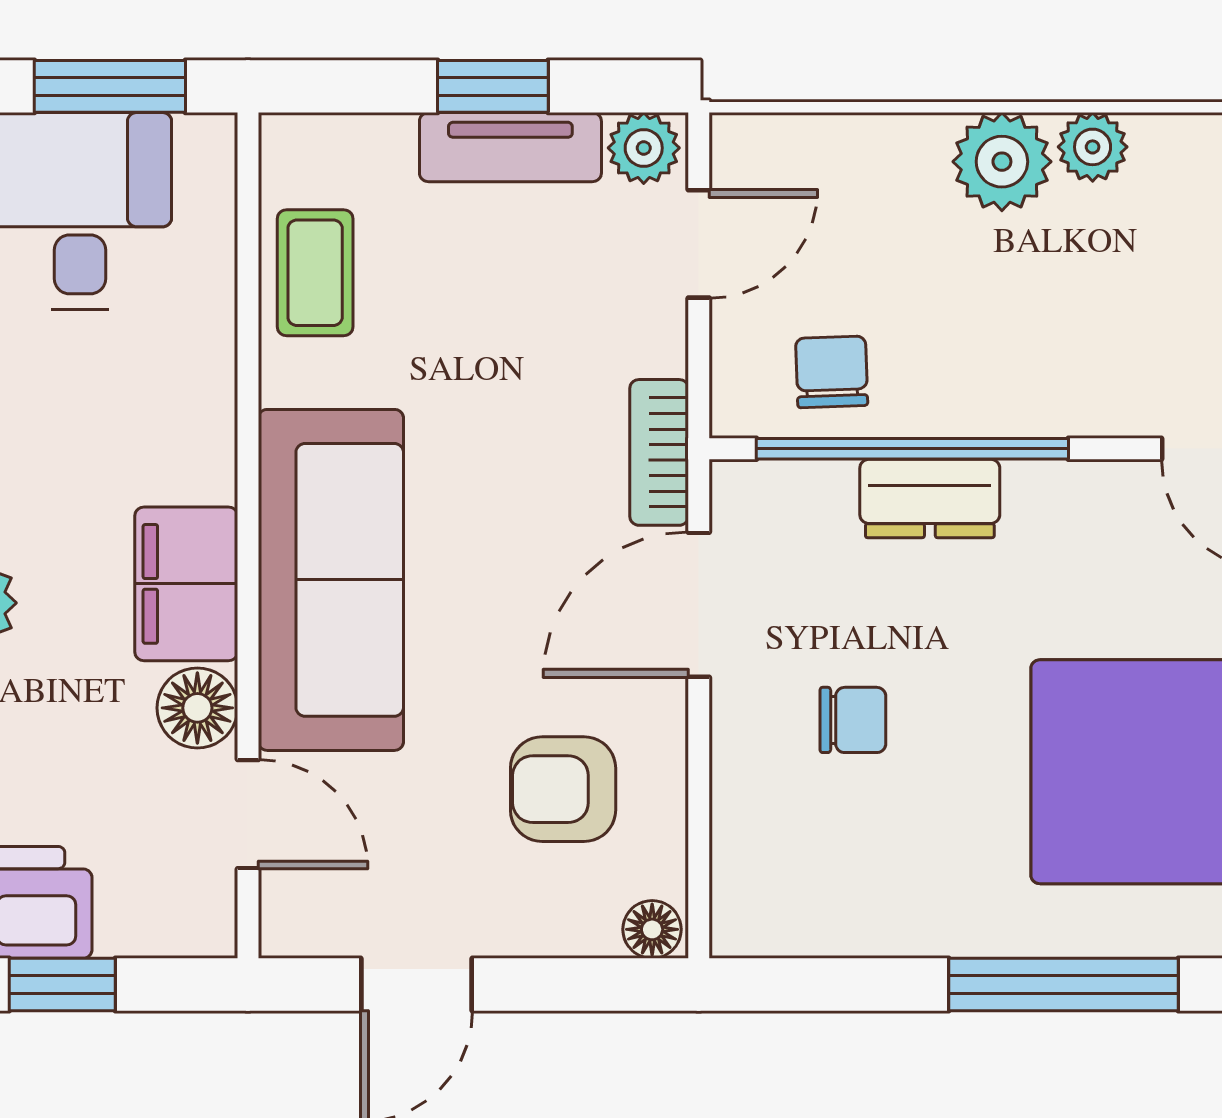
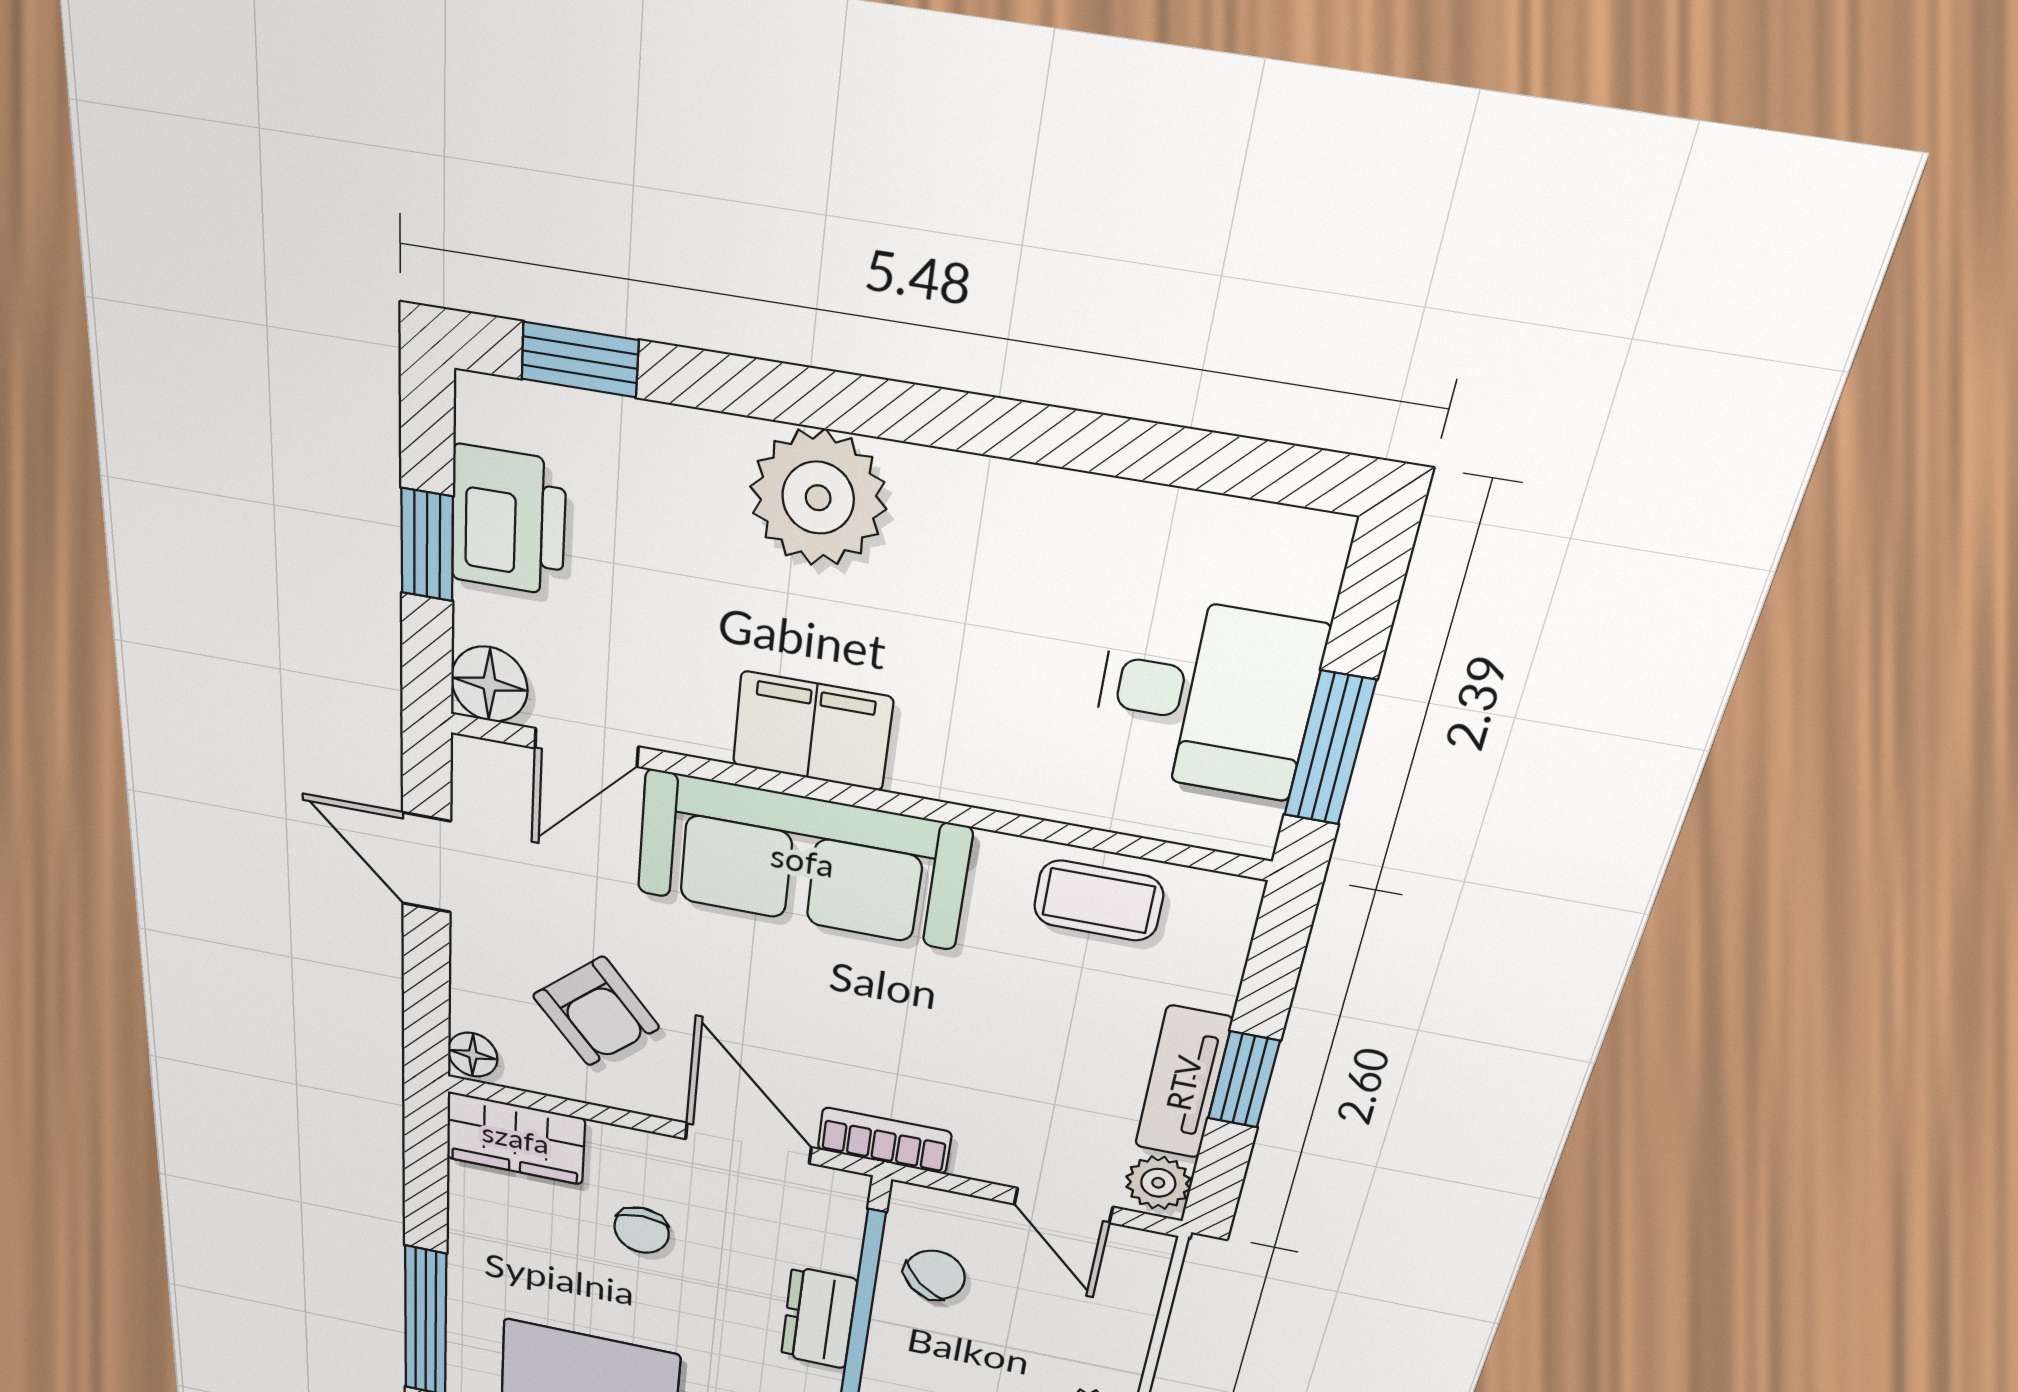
chair: (832, 372) -> (935, 1275), turned -45
floor lamp: (197, 708) -> (489, 684), moved
armchair: (563, 789) -> (596, 1012), turned 139
wardrobe: (757, 877) -> (515, 1138), added

